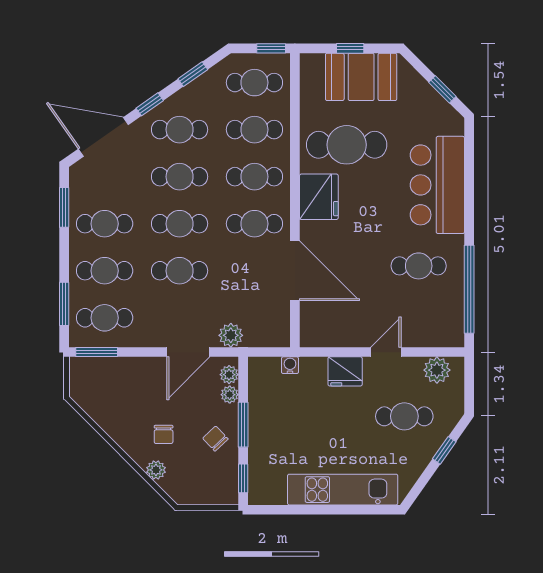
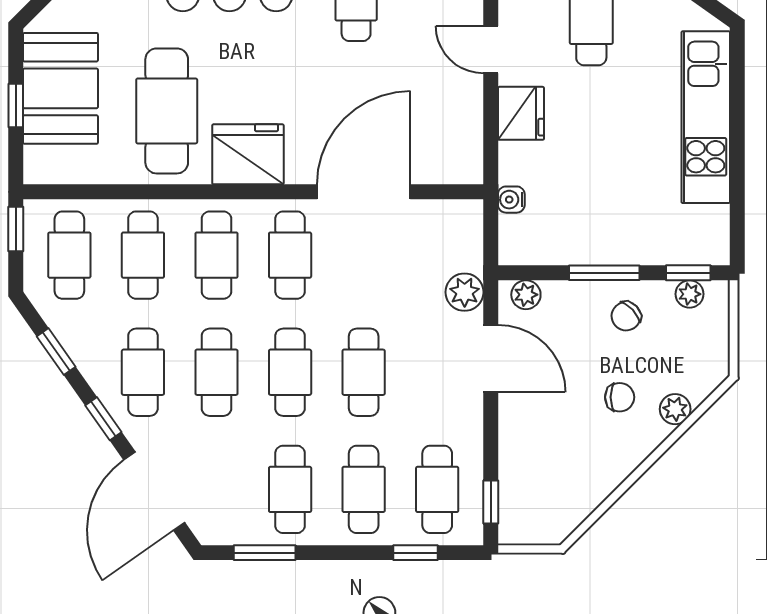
window: (64, 304) -> (415, 553), width x0.67
window: (97, 352) -> (491, 502), width x0.67
plant: (230, 395) -> (690, 294), moved

